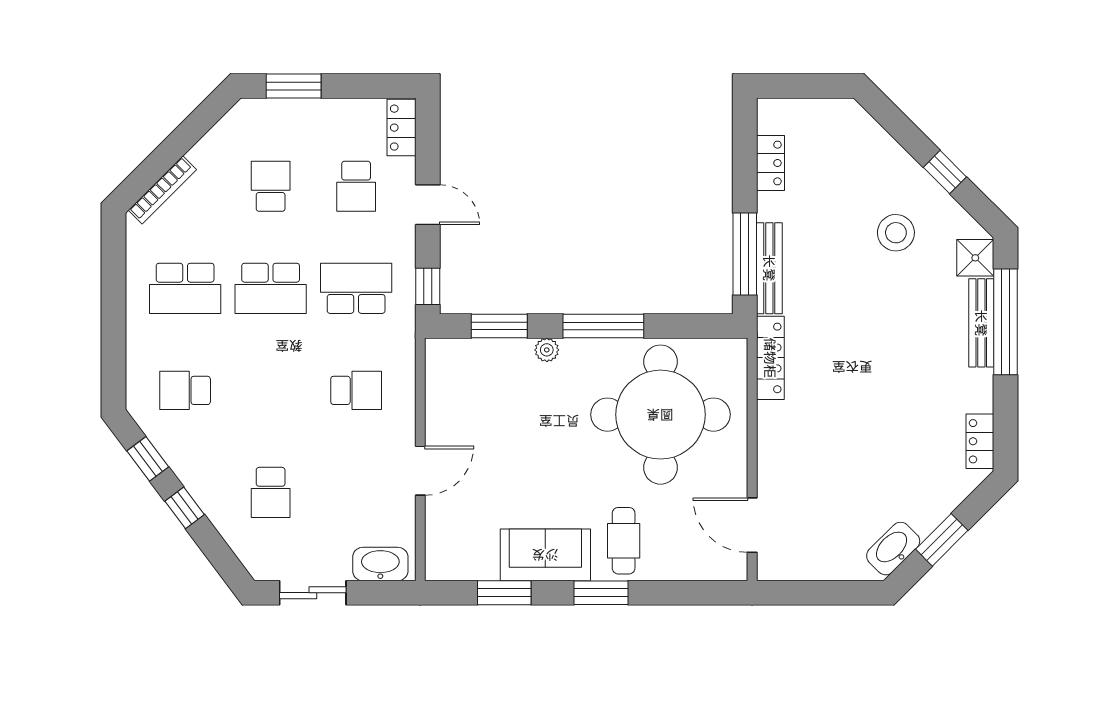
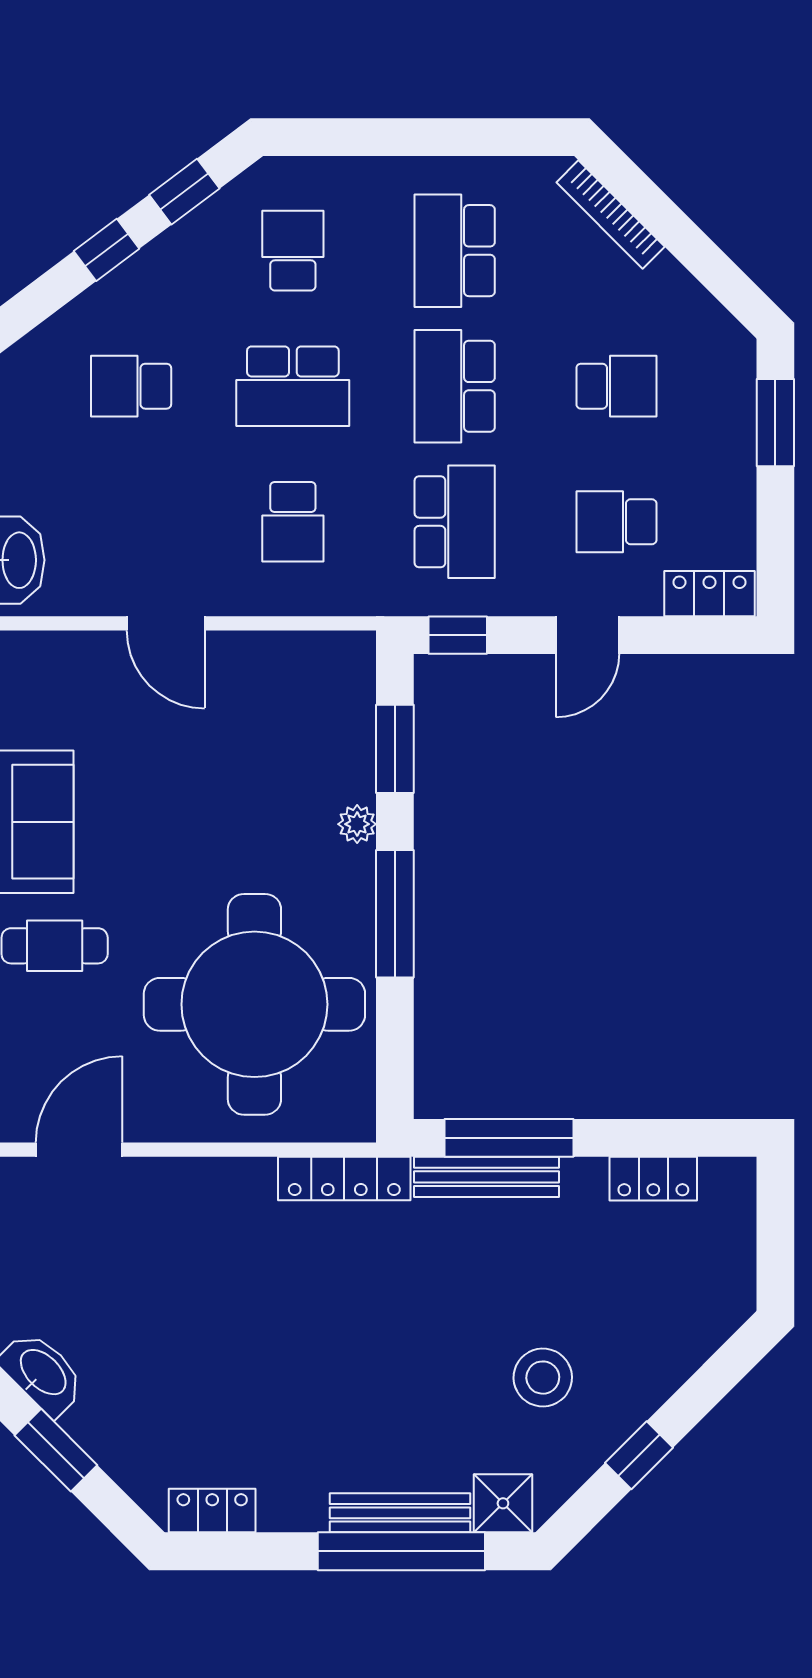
school desk: (271, 390) -> (293, 386), added

